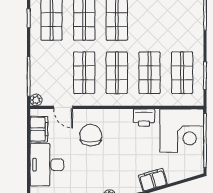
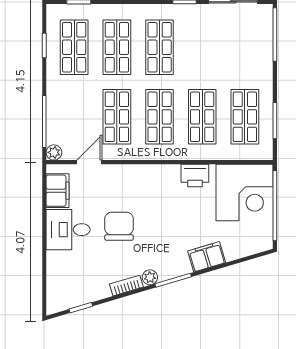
door: (63, 107) -> (89, 162), swing flipped
chair: (91, 135) -> (119, 226), moved
desk: (47, 165) -> (68, 230), width x0.73

